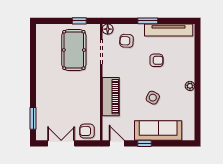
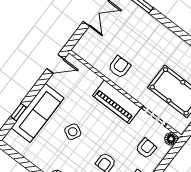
piano: (111, 97) -> (117, 102), moved
armchair: (87, 131) -> (119, 67), moved
window: (145, 143) -> (19, 112), moved

